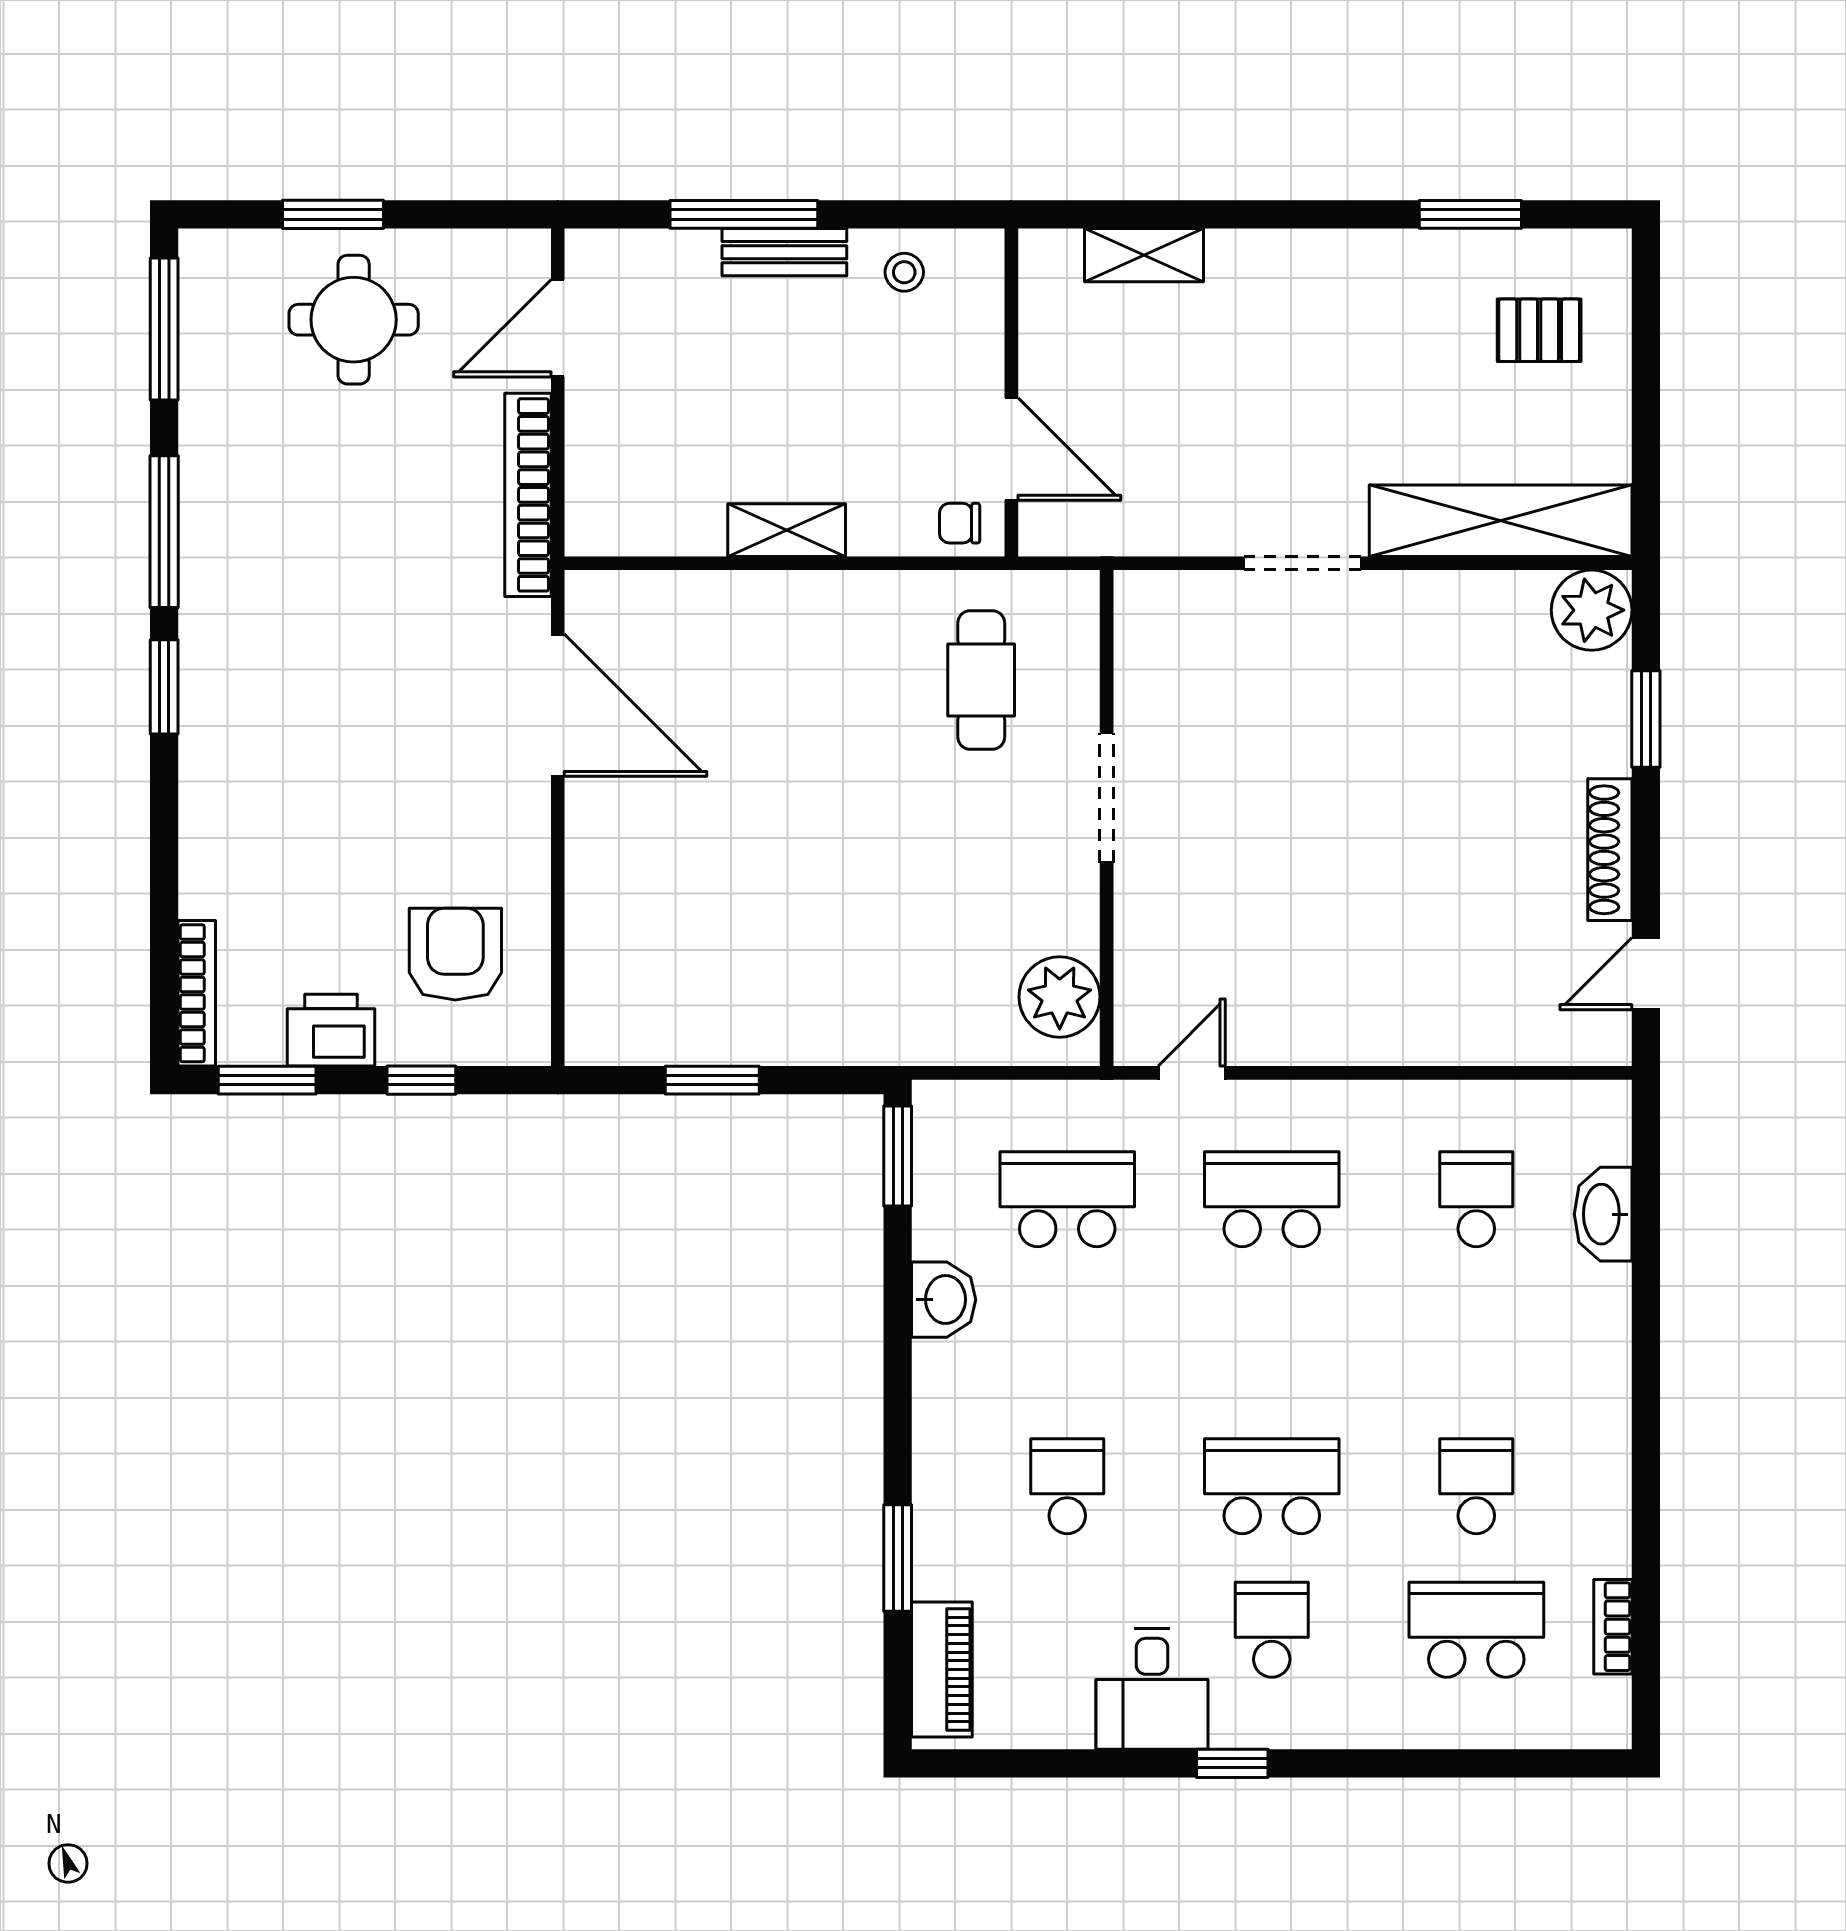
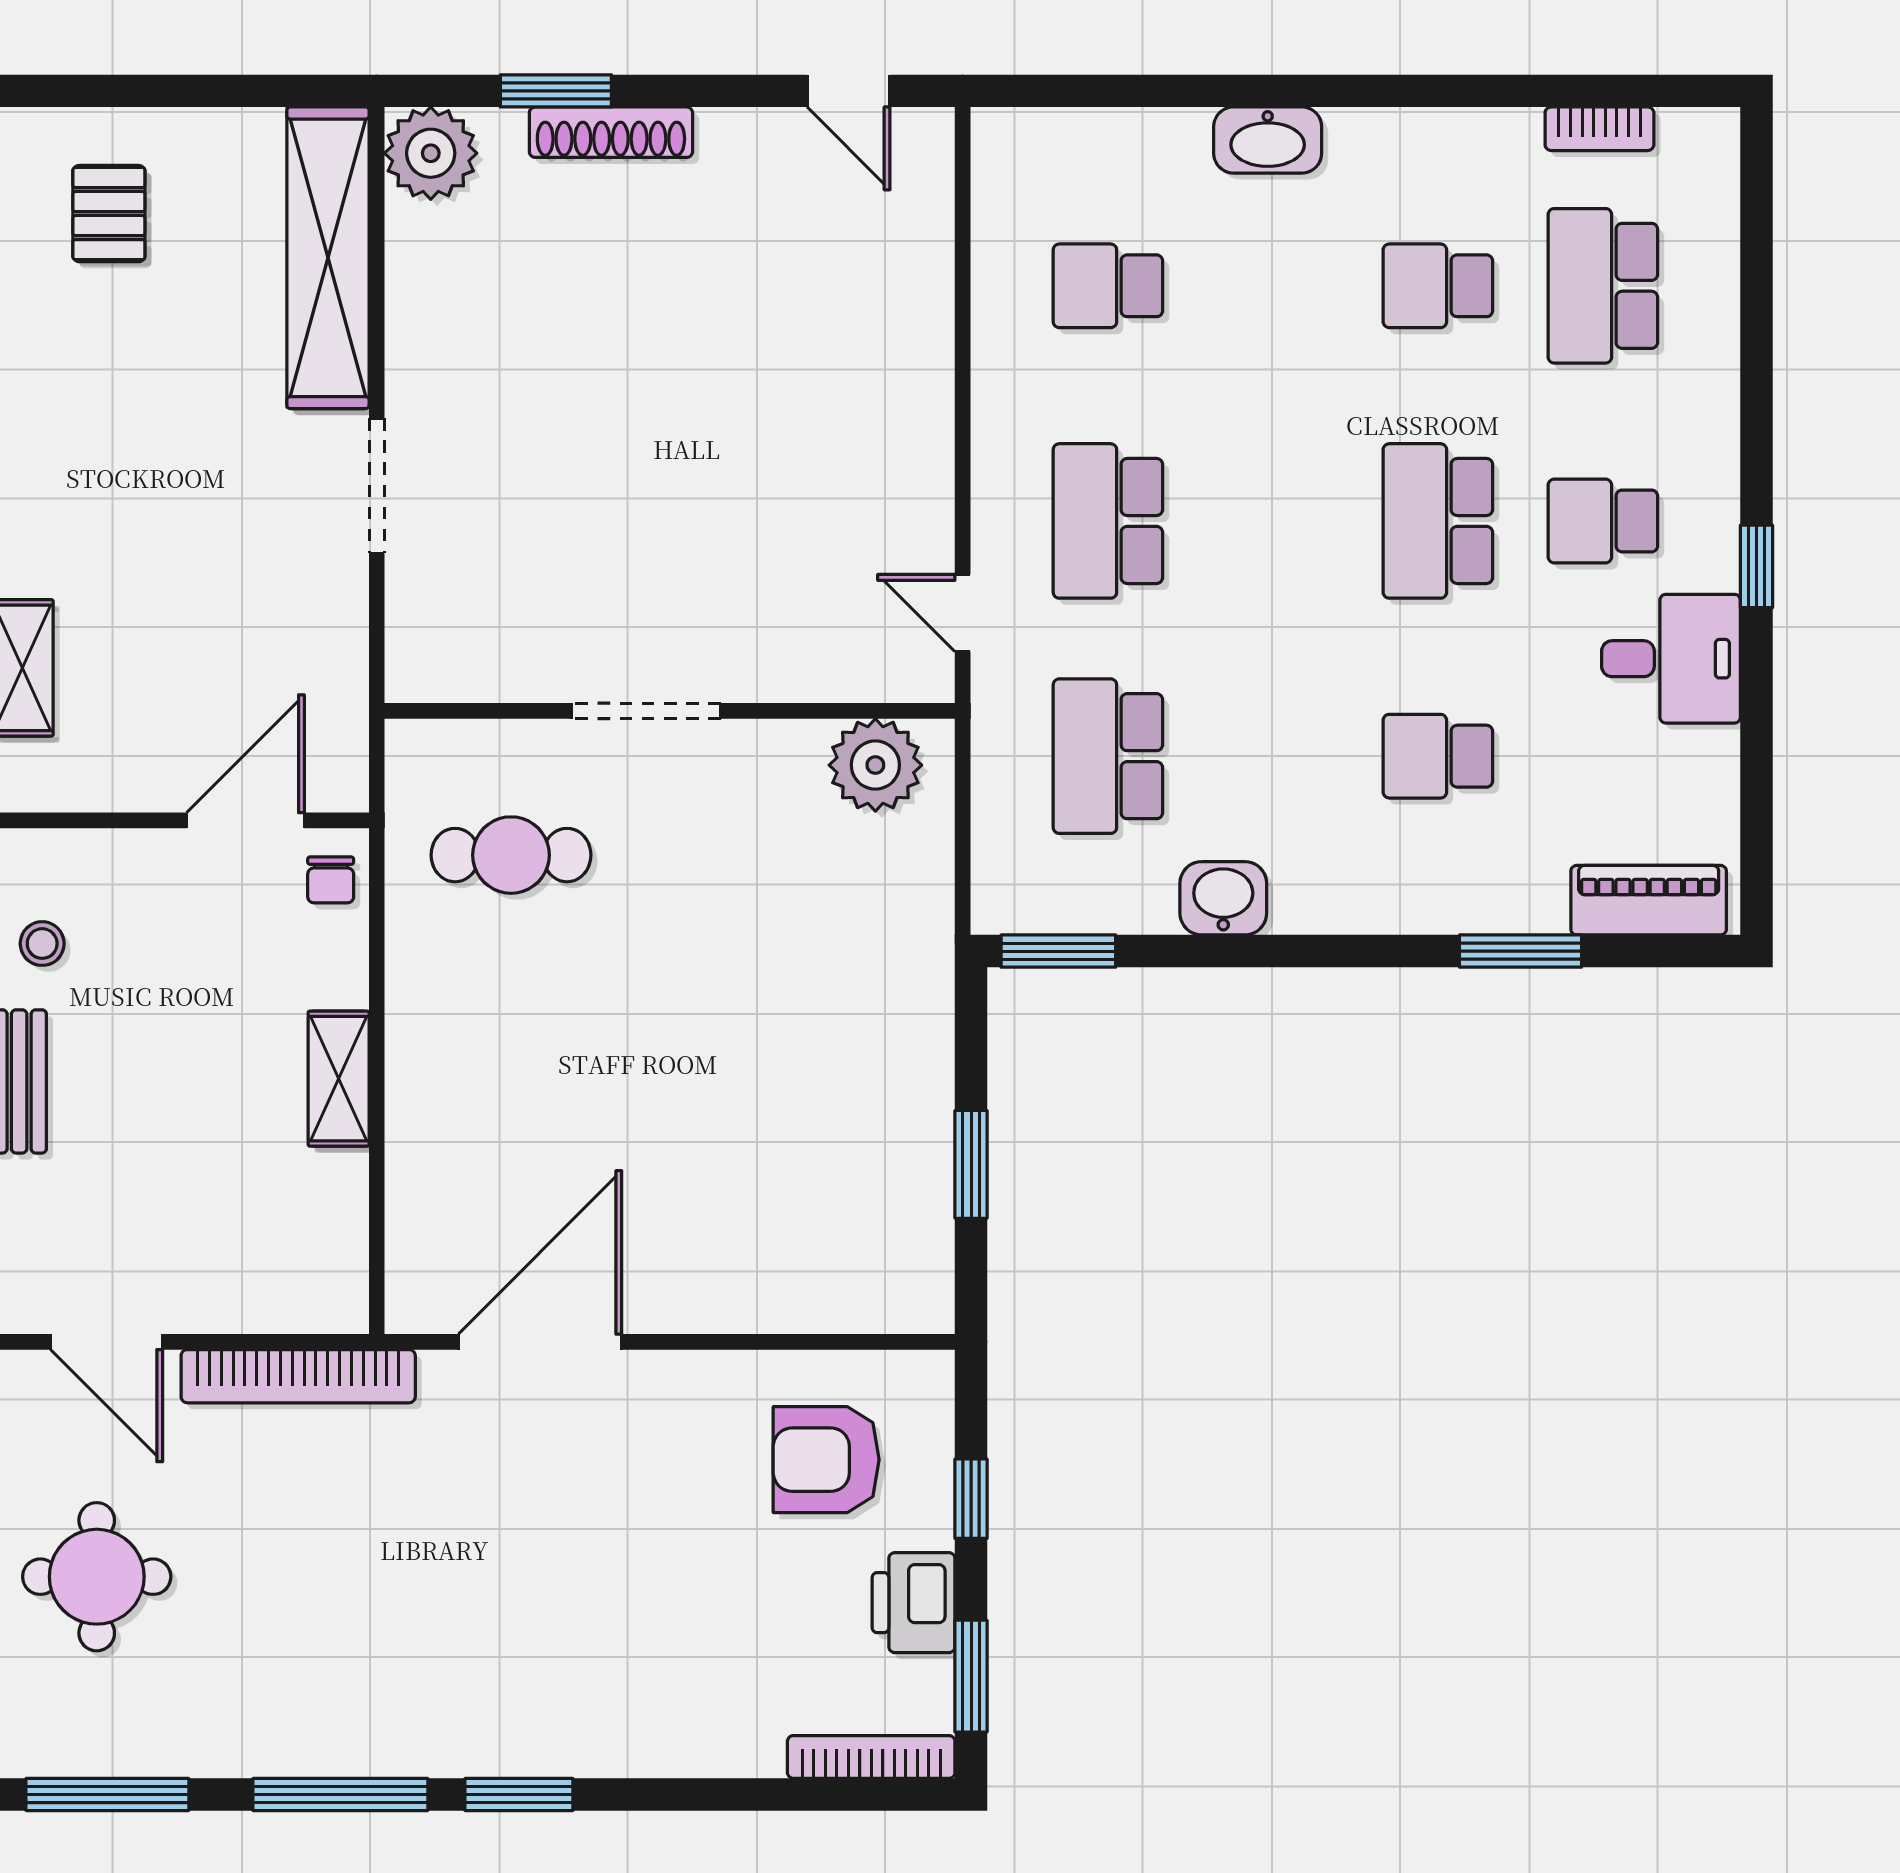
shoe rack: (1610, 850) -> (611, 132), moved
washbasin: (1603, 1214) -> (1268, 140), moved

